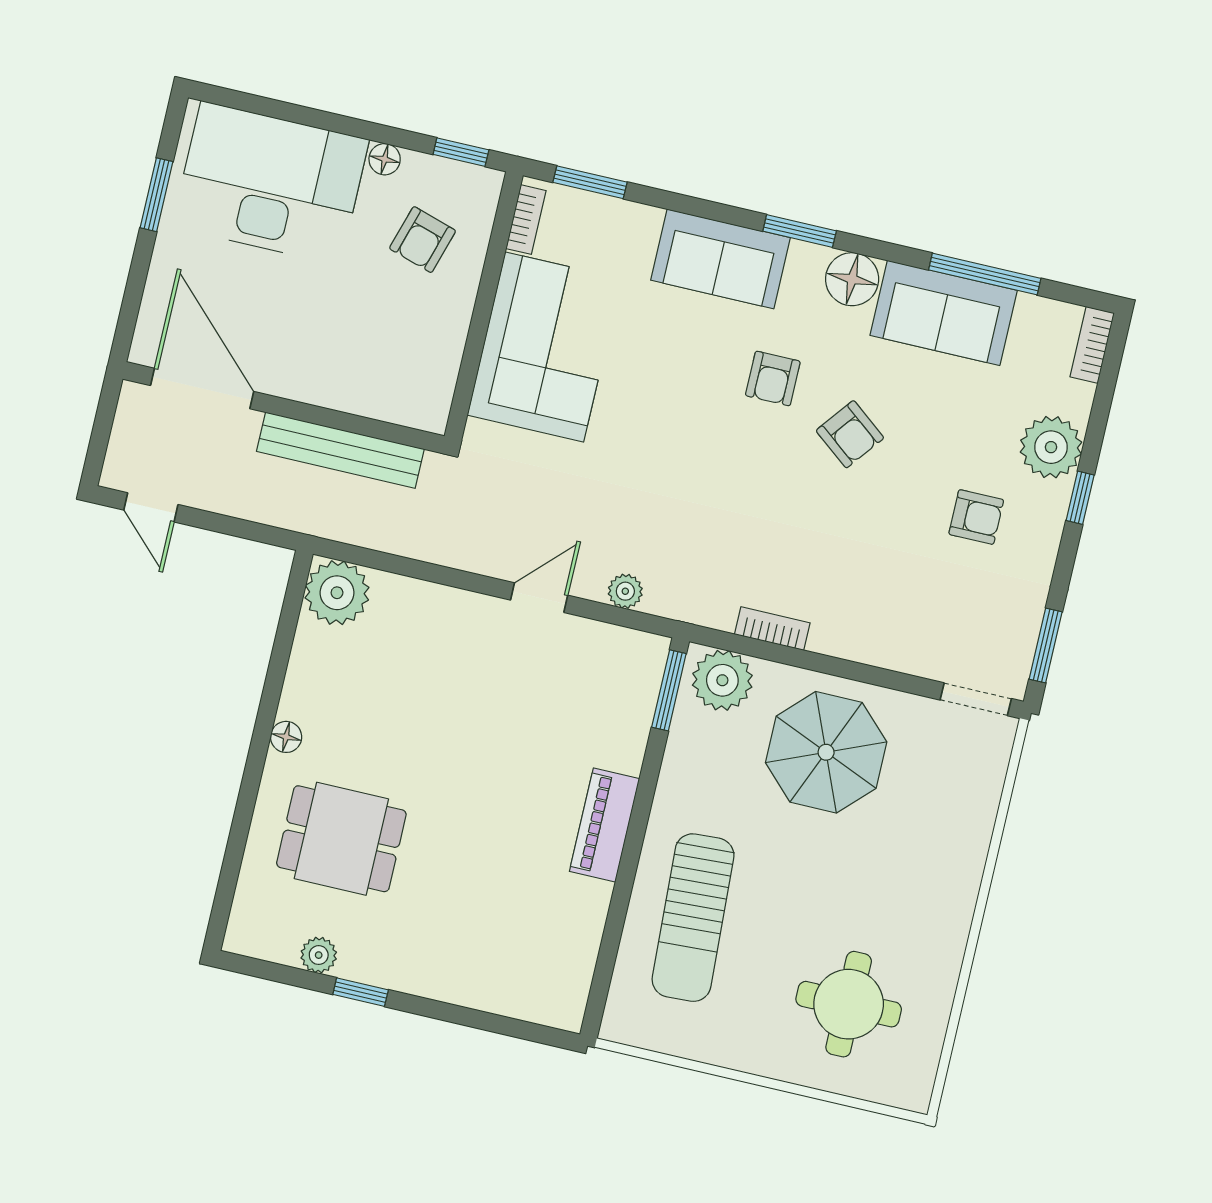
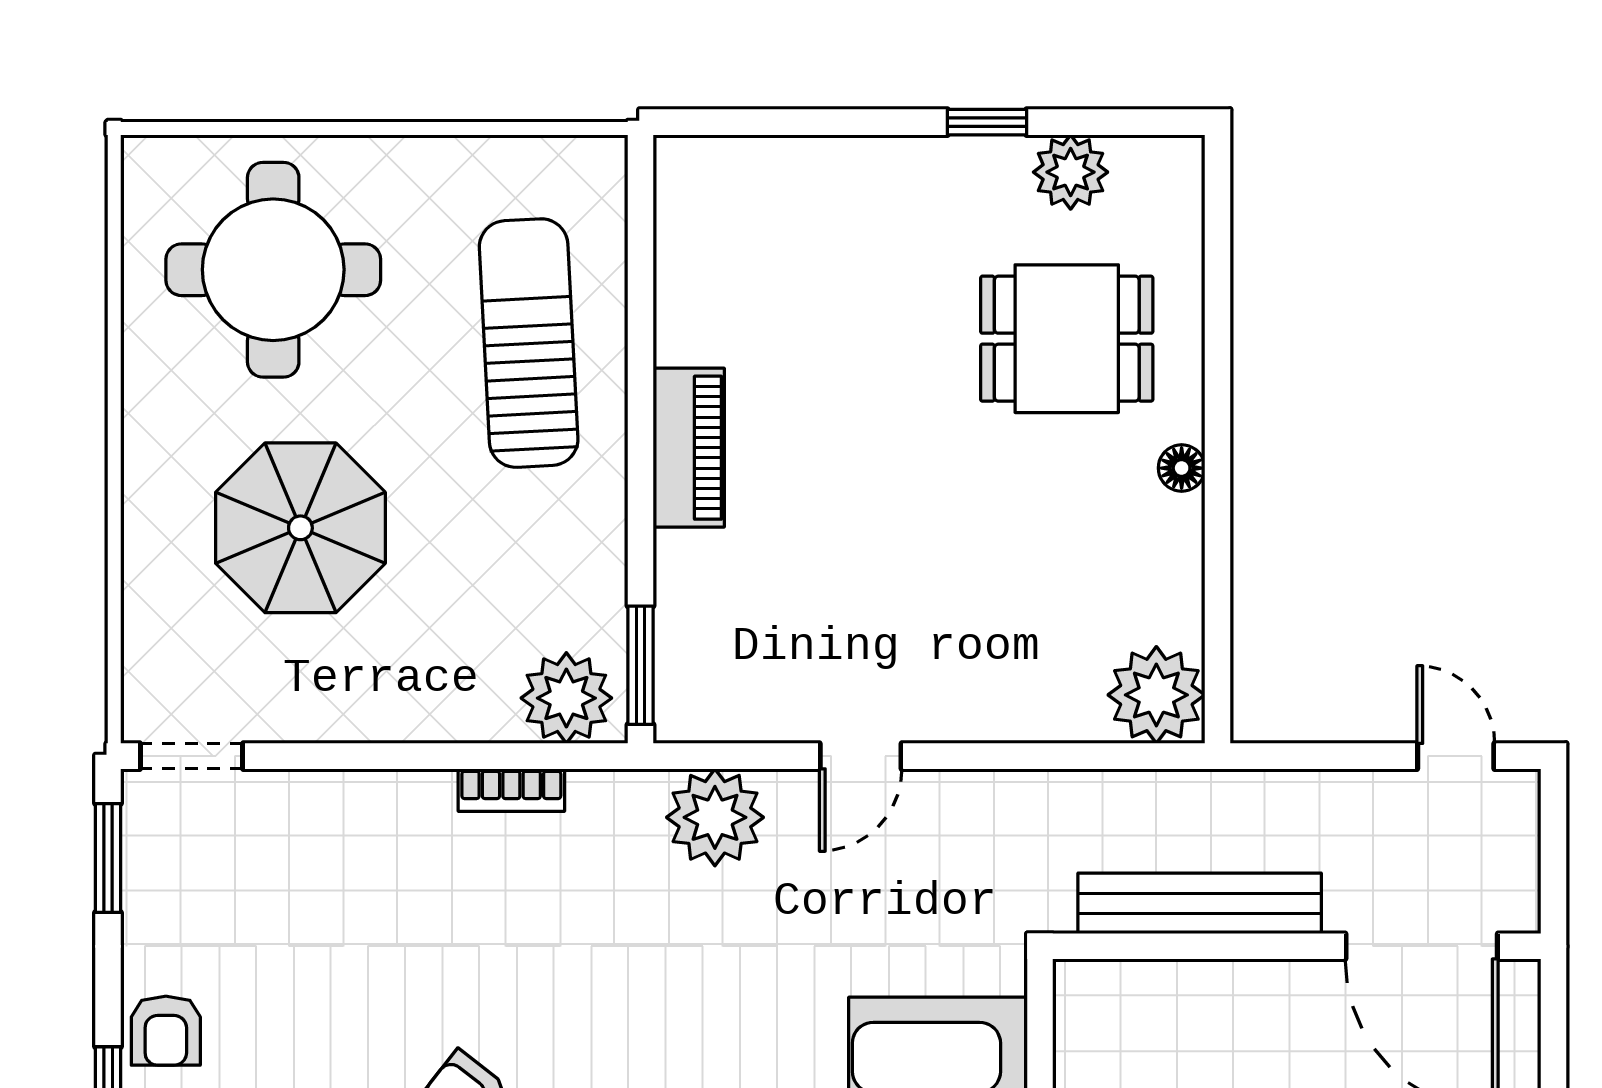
armchair: (976, 517) -> (166, 1031), moved, turned -90
plant: (625, 591) -> (715, 817), width x1.87, depth x1.87
parasol: (826, 752) -> (300, 528), moved
plant: (319, 955) -> (1071, 172), width x1.38, depth x1.38
round table: (849, 1004) -> (273, 270), width x1.36, depth x1.36

